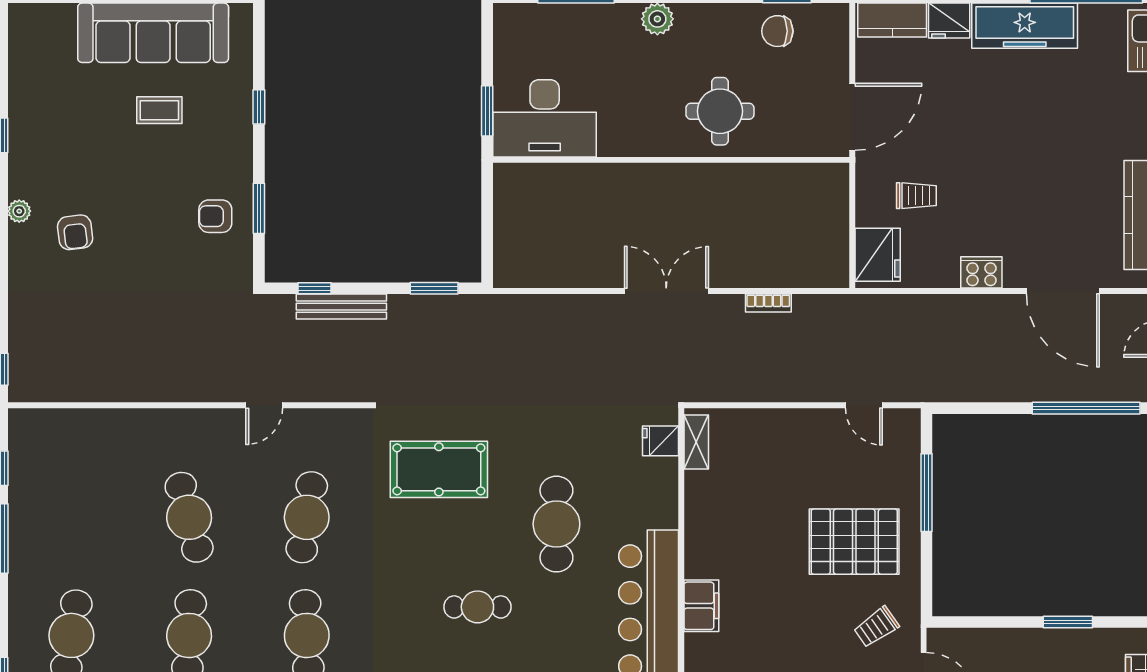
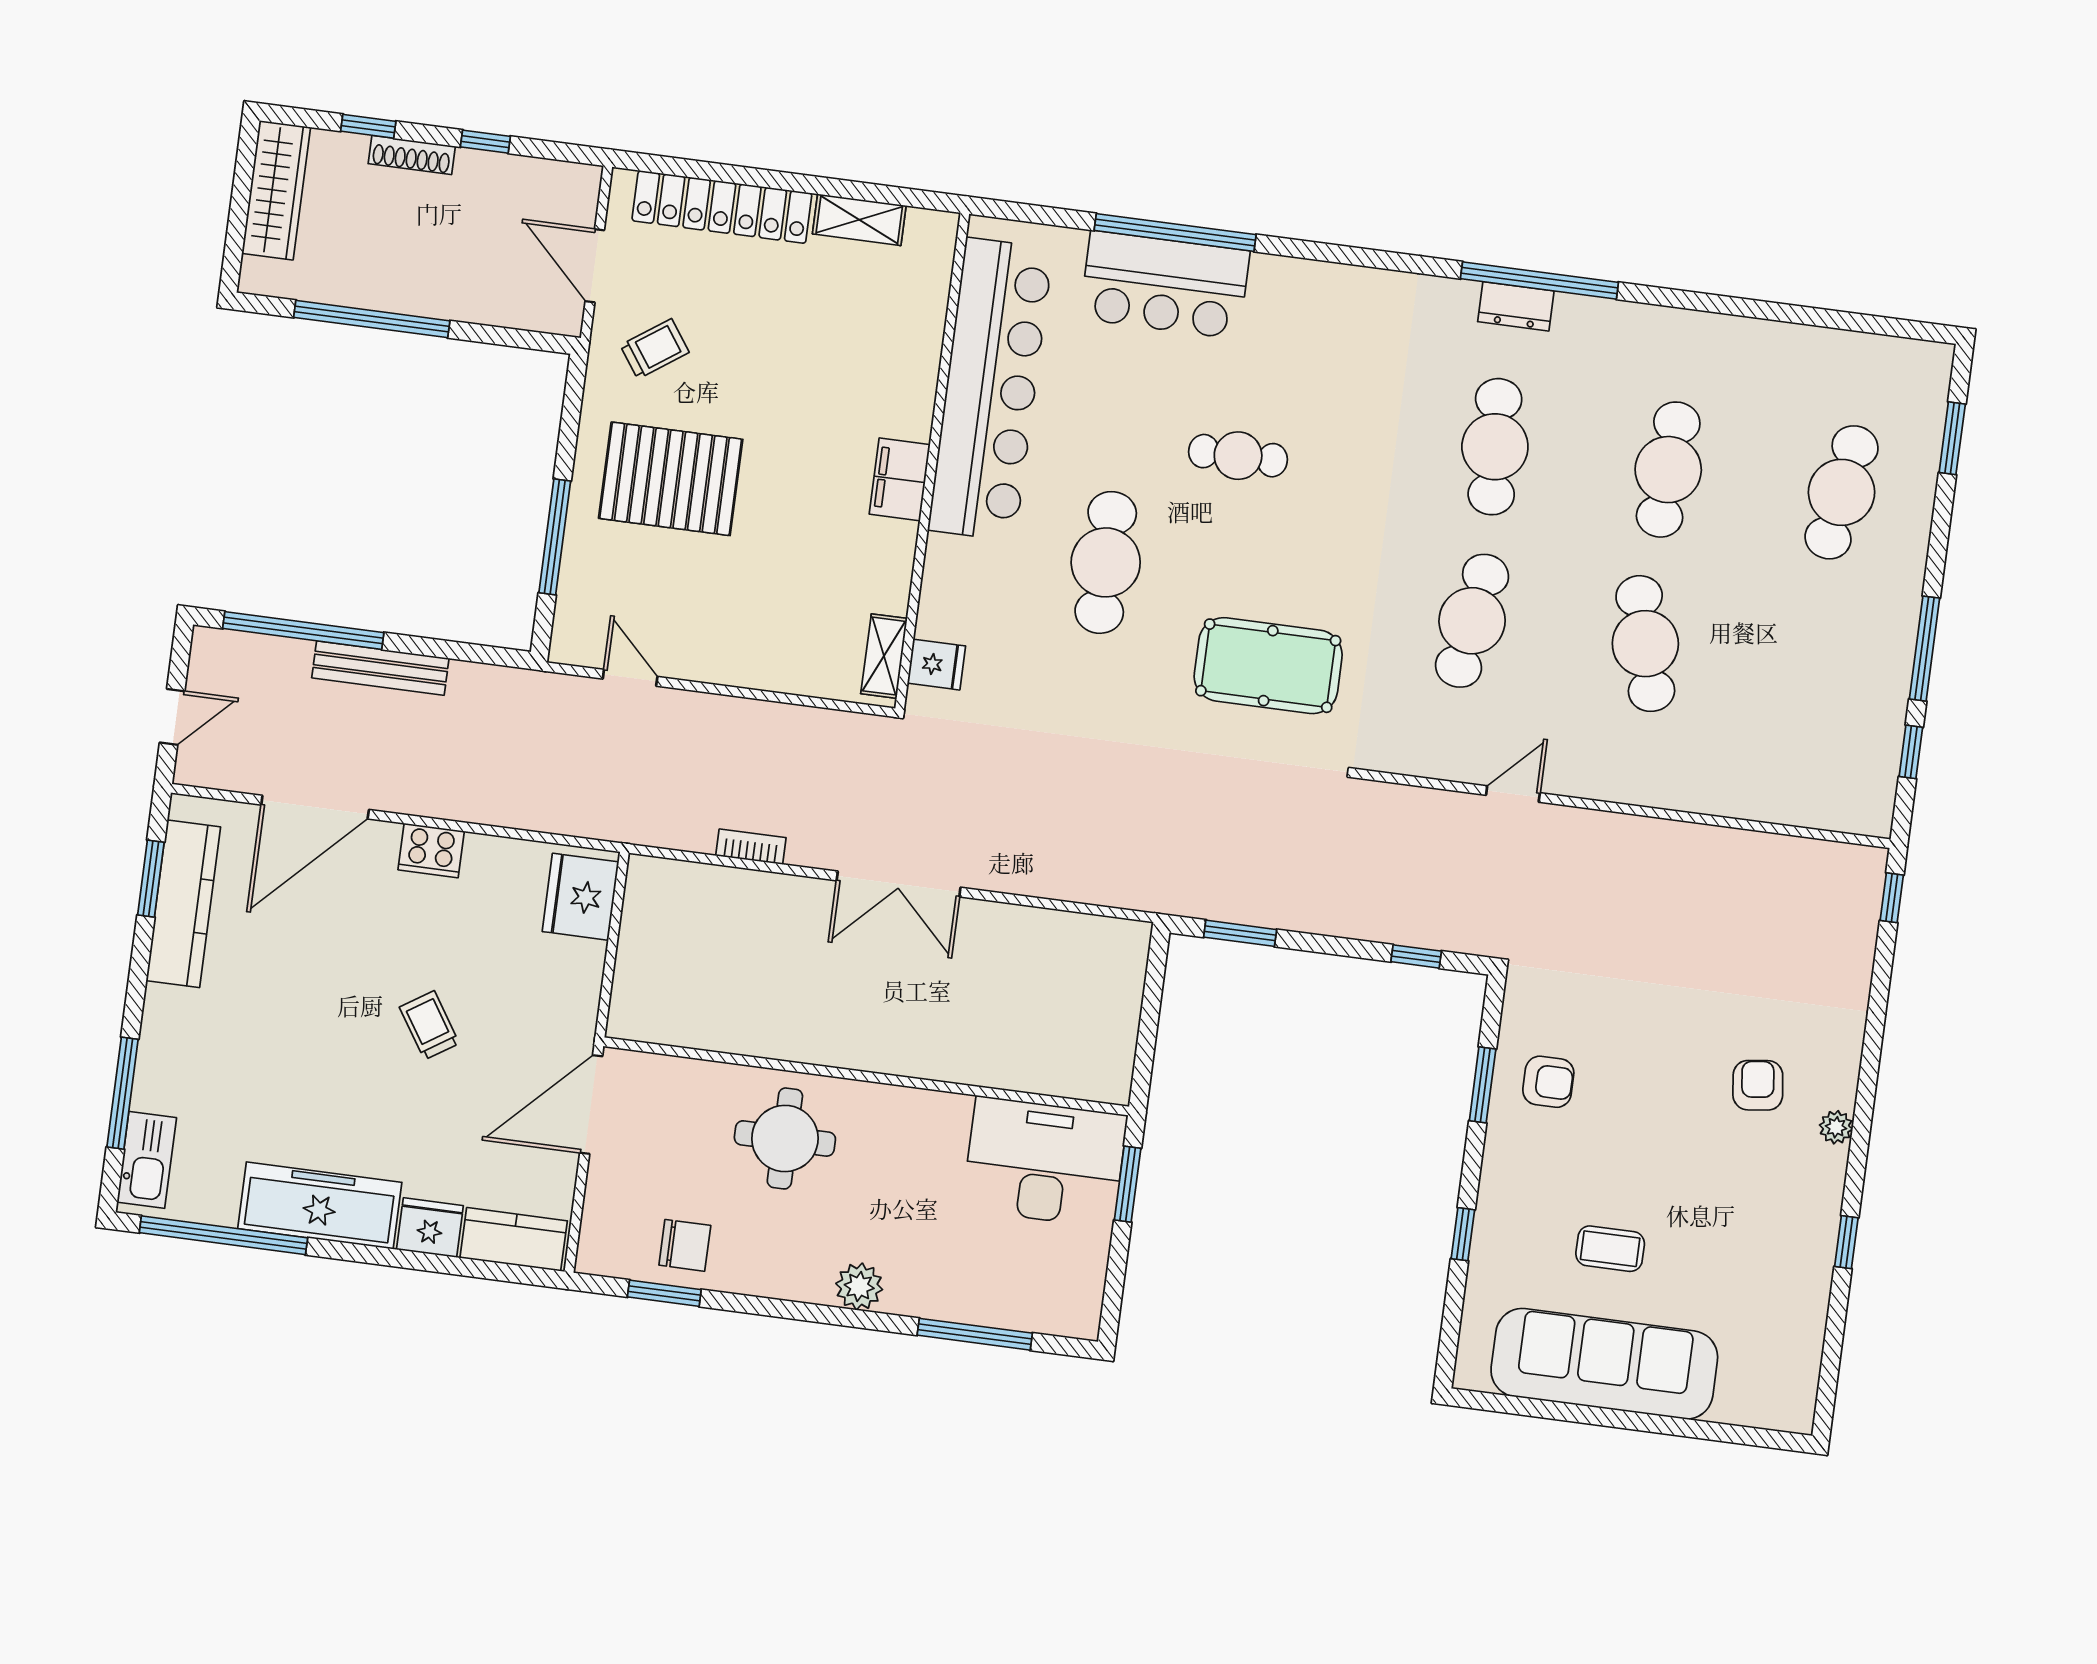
trolley: (916, 196) -> (429, 1025), moved, turned 57
door: (1063, 291) -> (315, 807), swing flipped
bench: (341, 307) -> (380, 668), moved
filing cabinet: (701, 606) -> (900, 479), moved
window: (1068, 622) -> (372, 319), width x2.11

